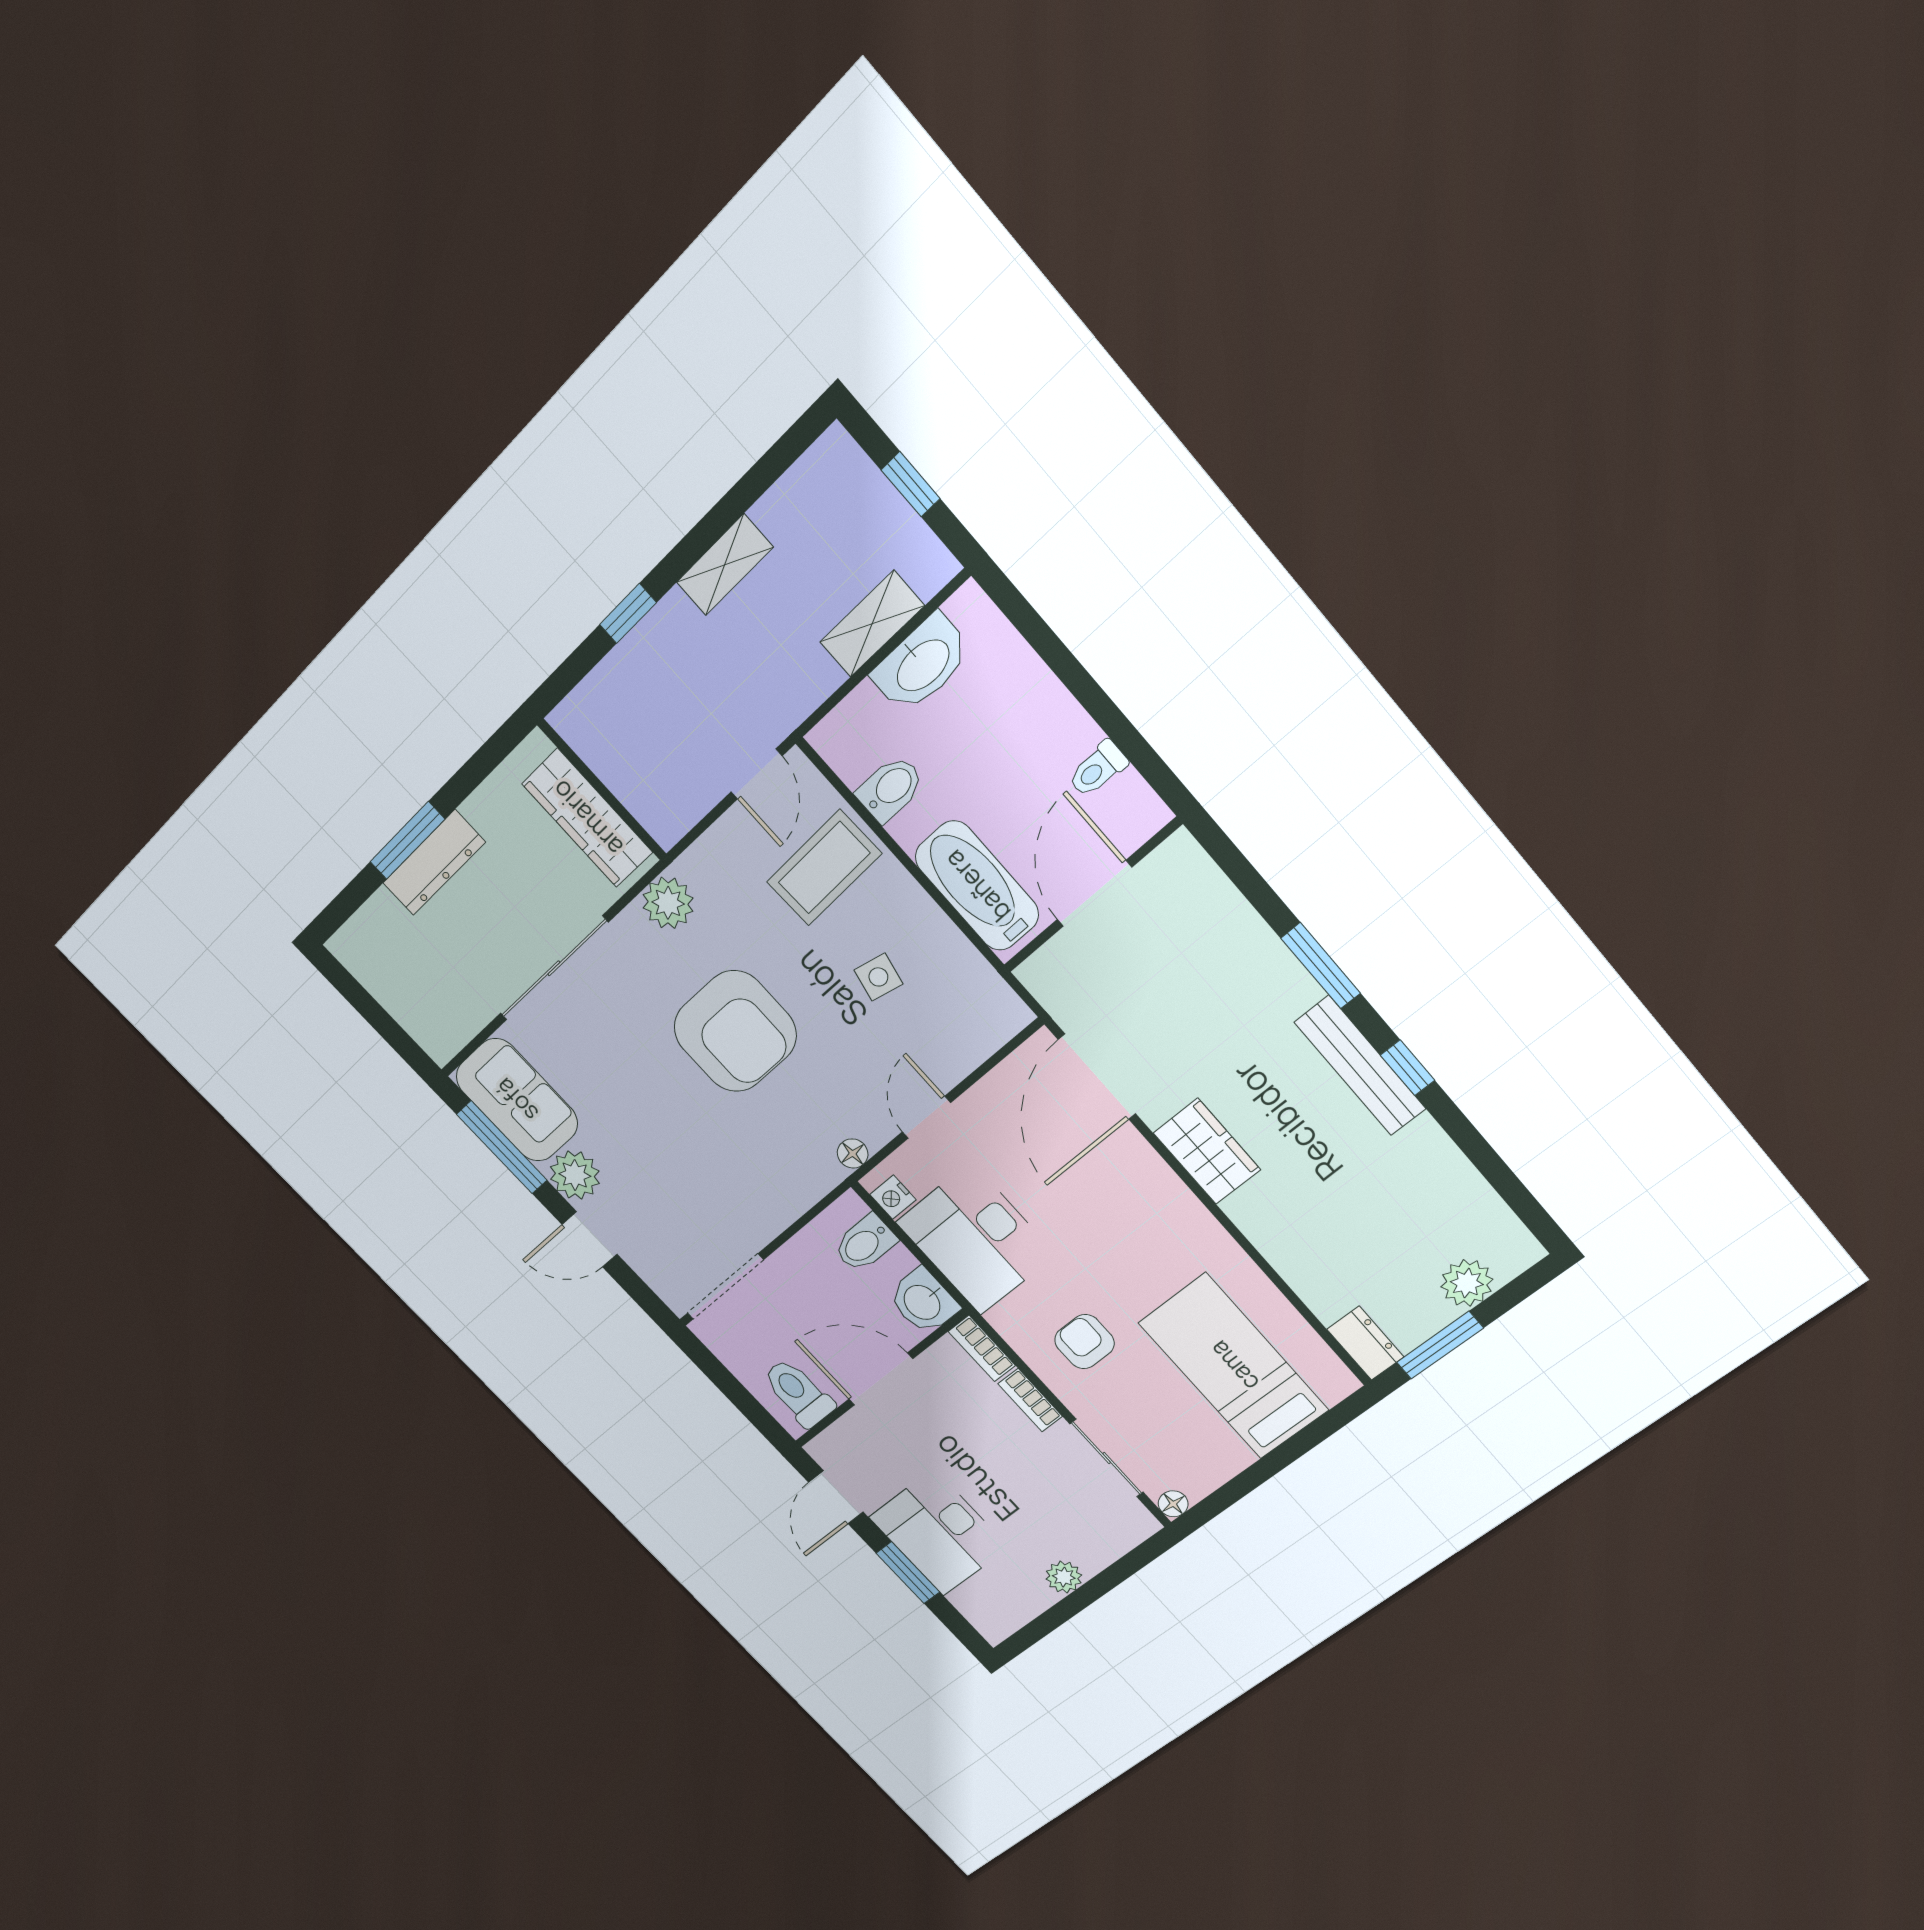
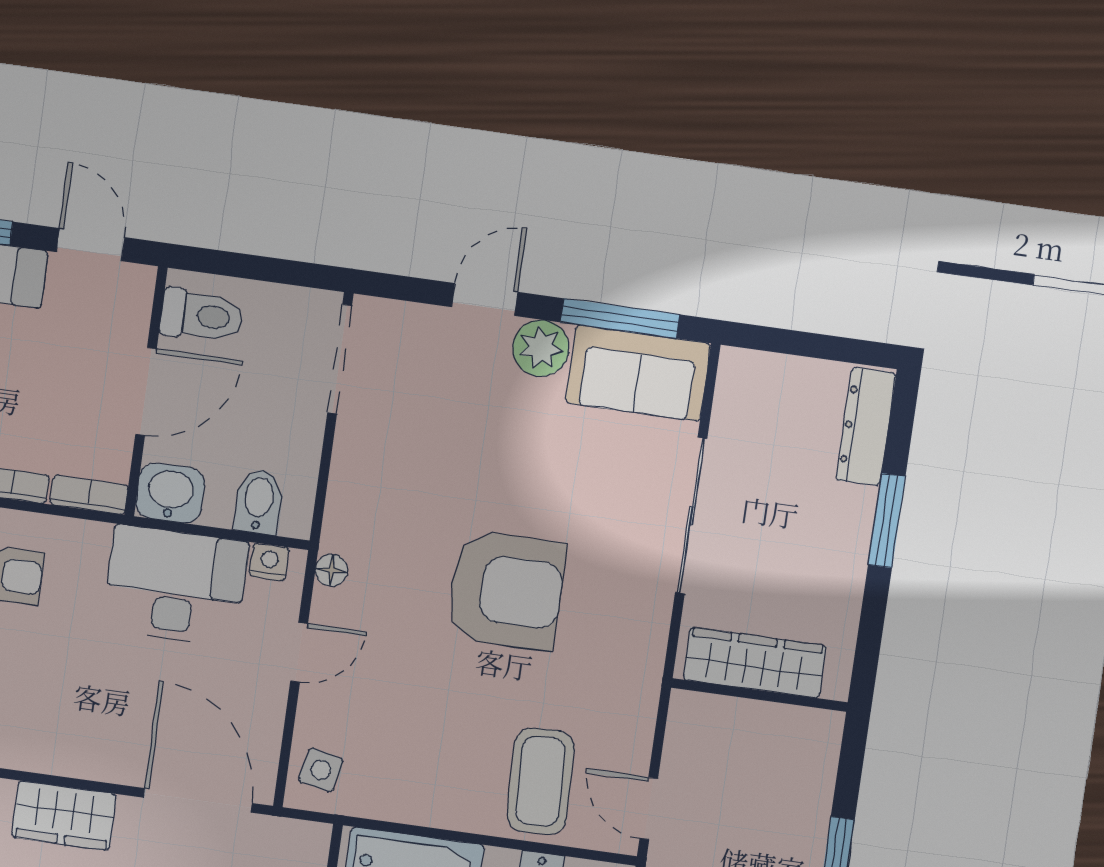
dresser: (434, 863) -> (866, 426), moved
plant: (668, 903) -> (640, 649), removed
side table: (878, 977) -> (321, 770), moved
armchair: (735, 1031) -> (506, 590), turned 180
door: (926, 1117) -> (299, 652), hinge flipped

